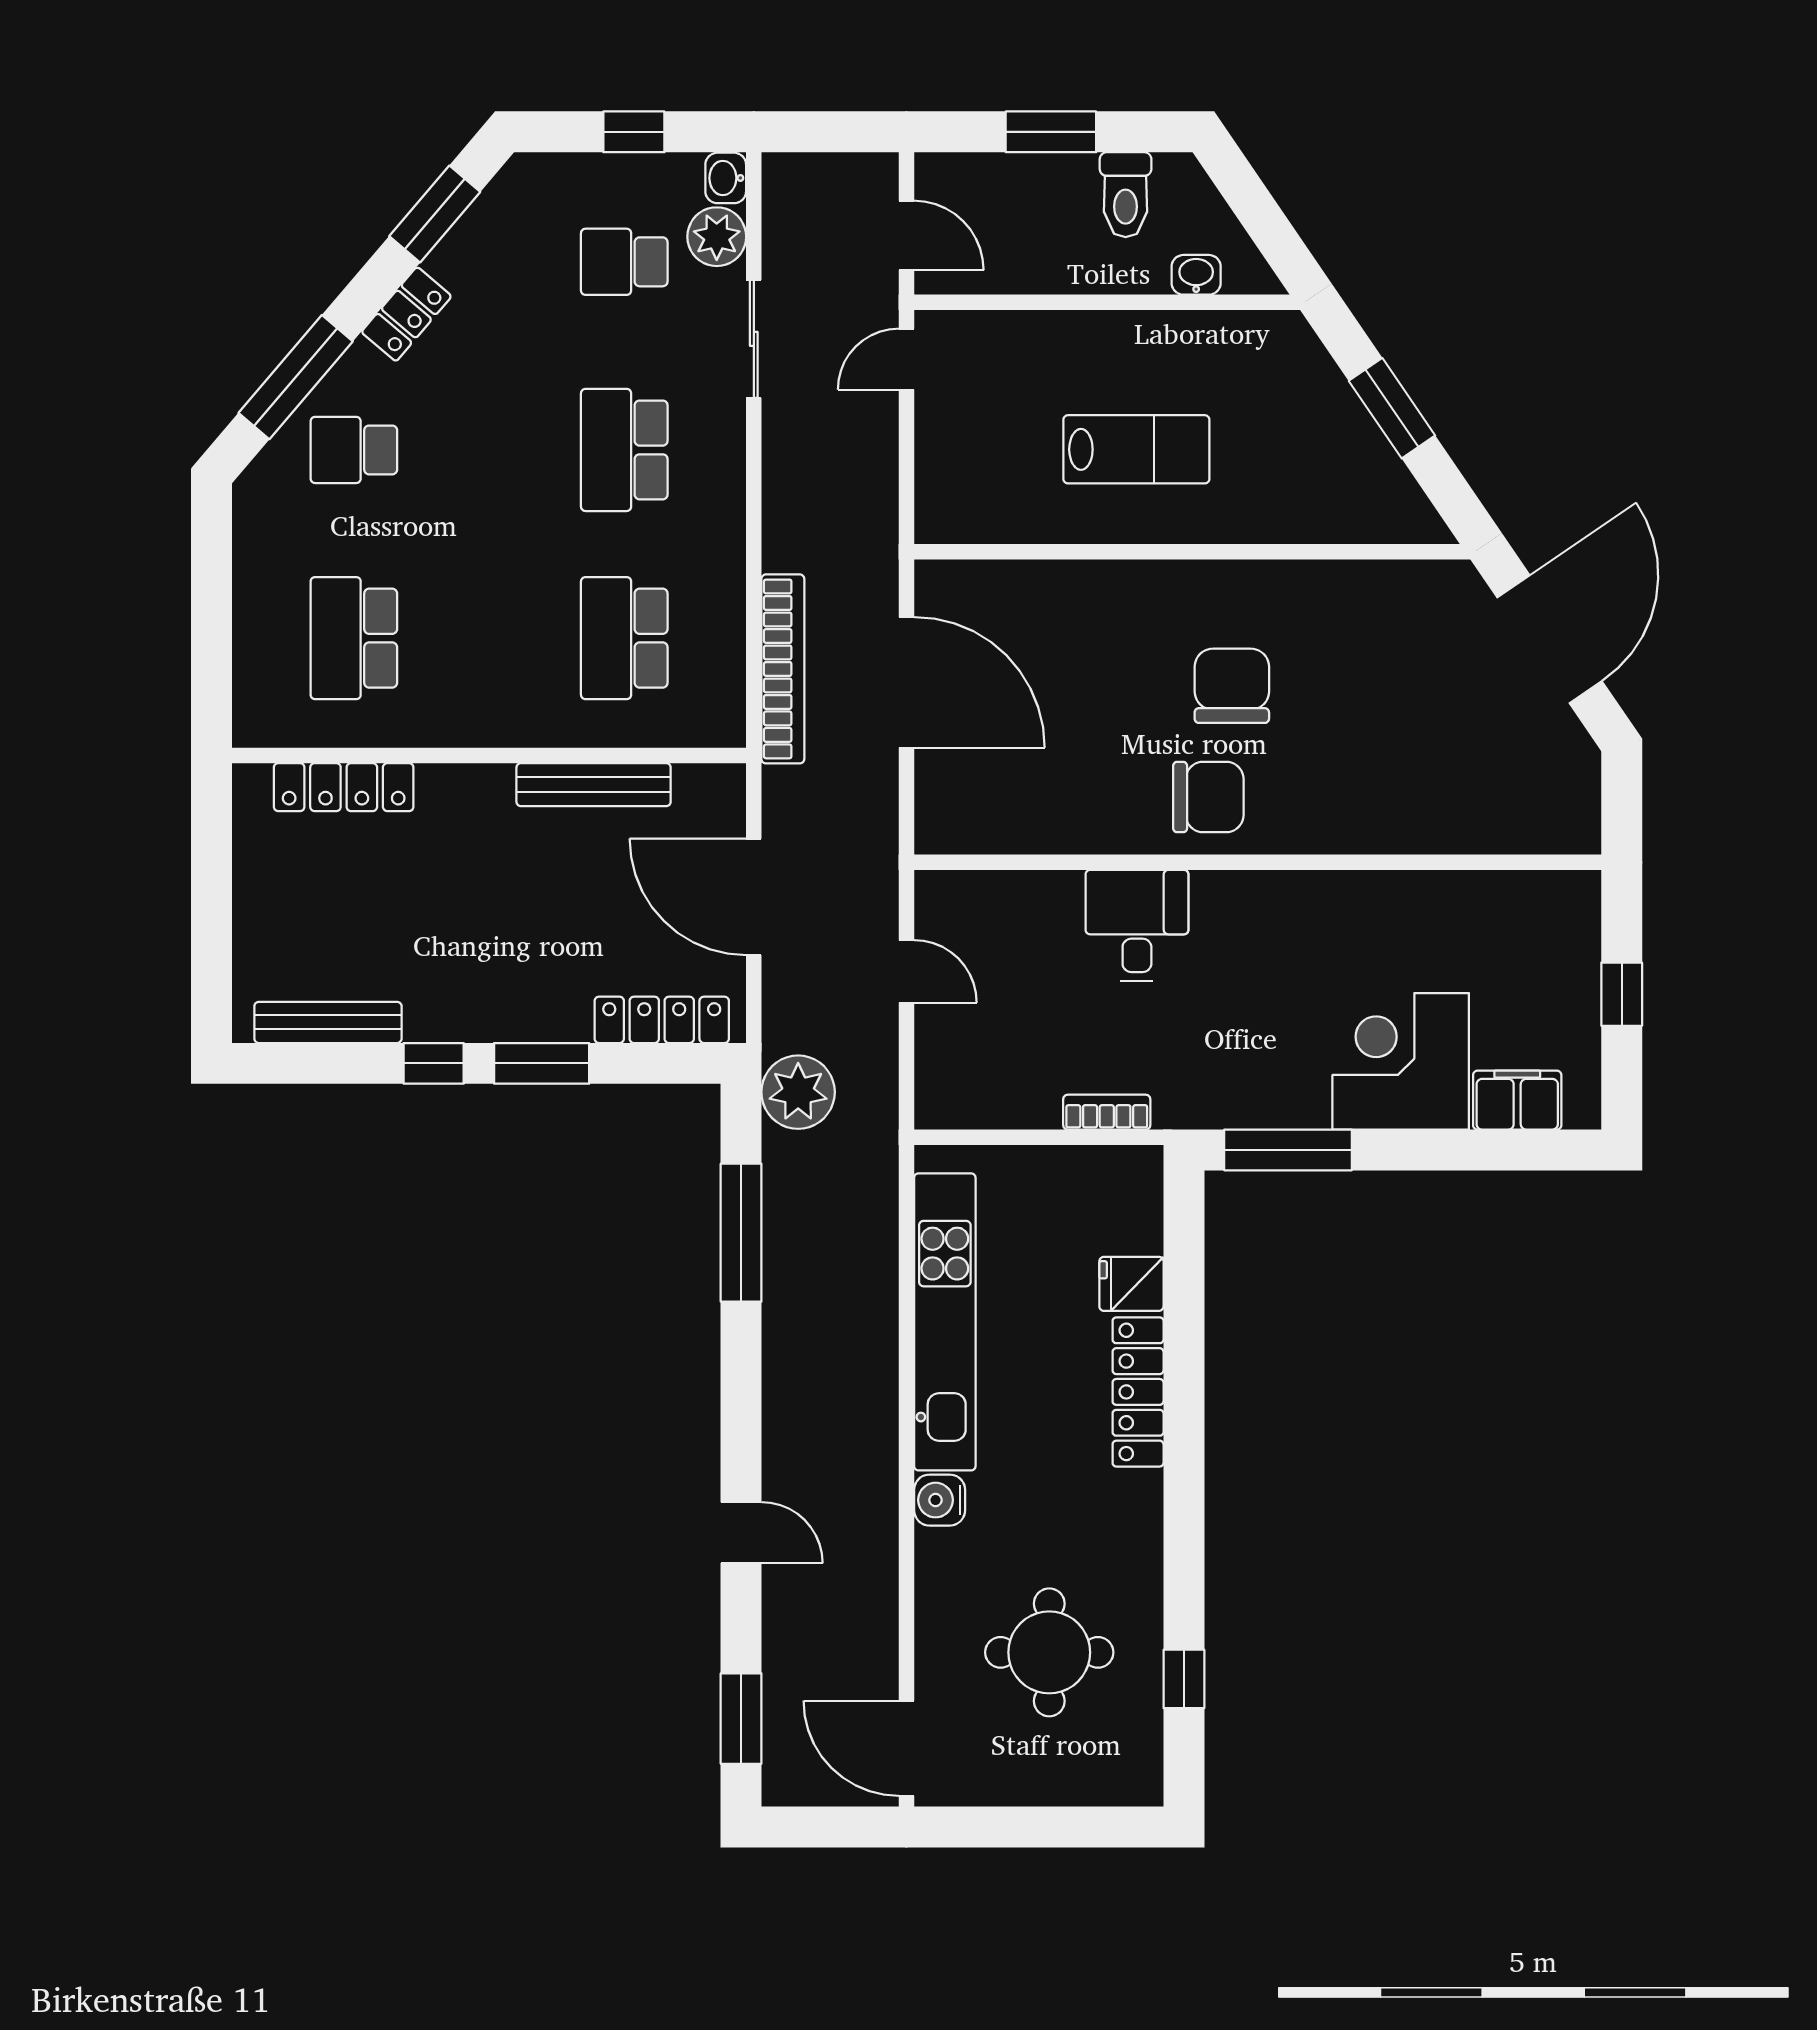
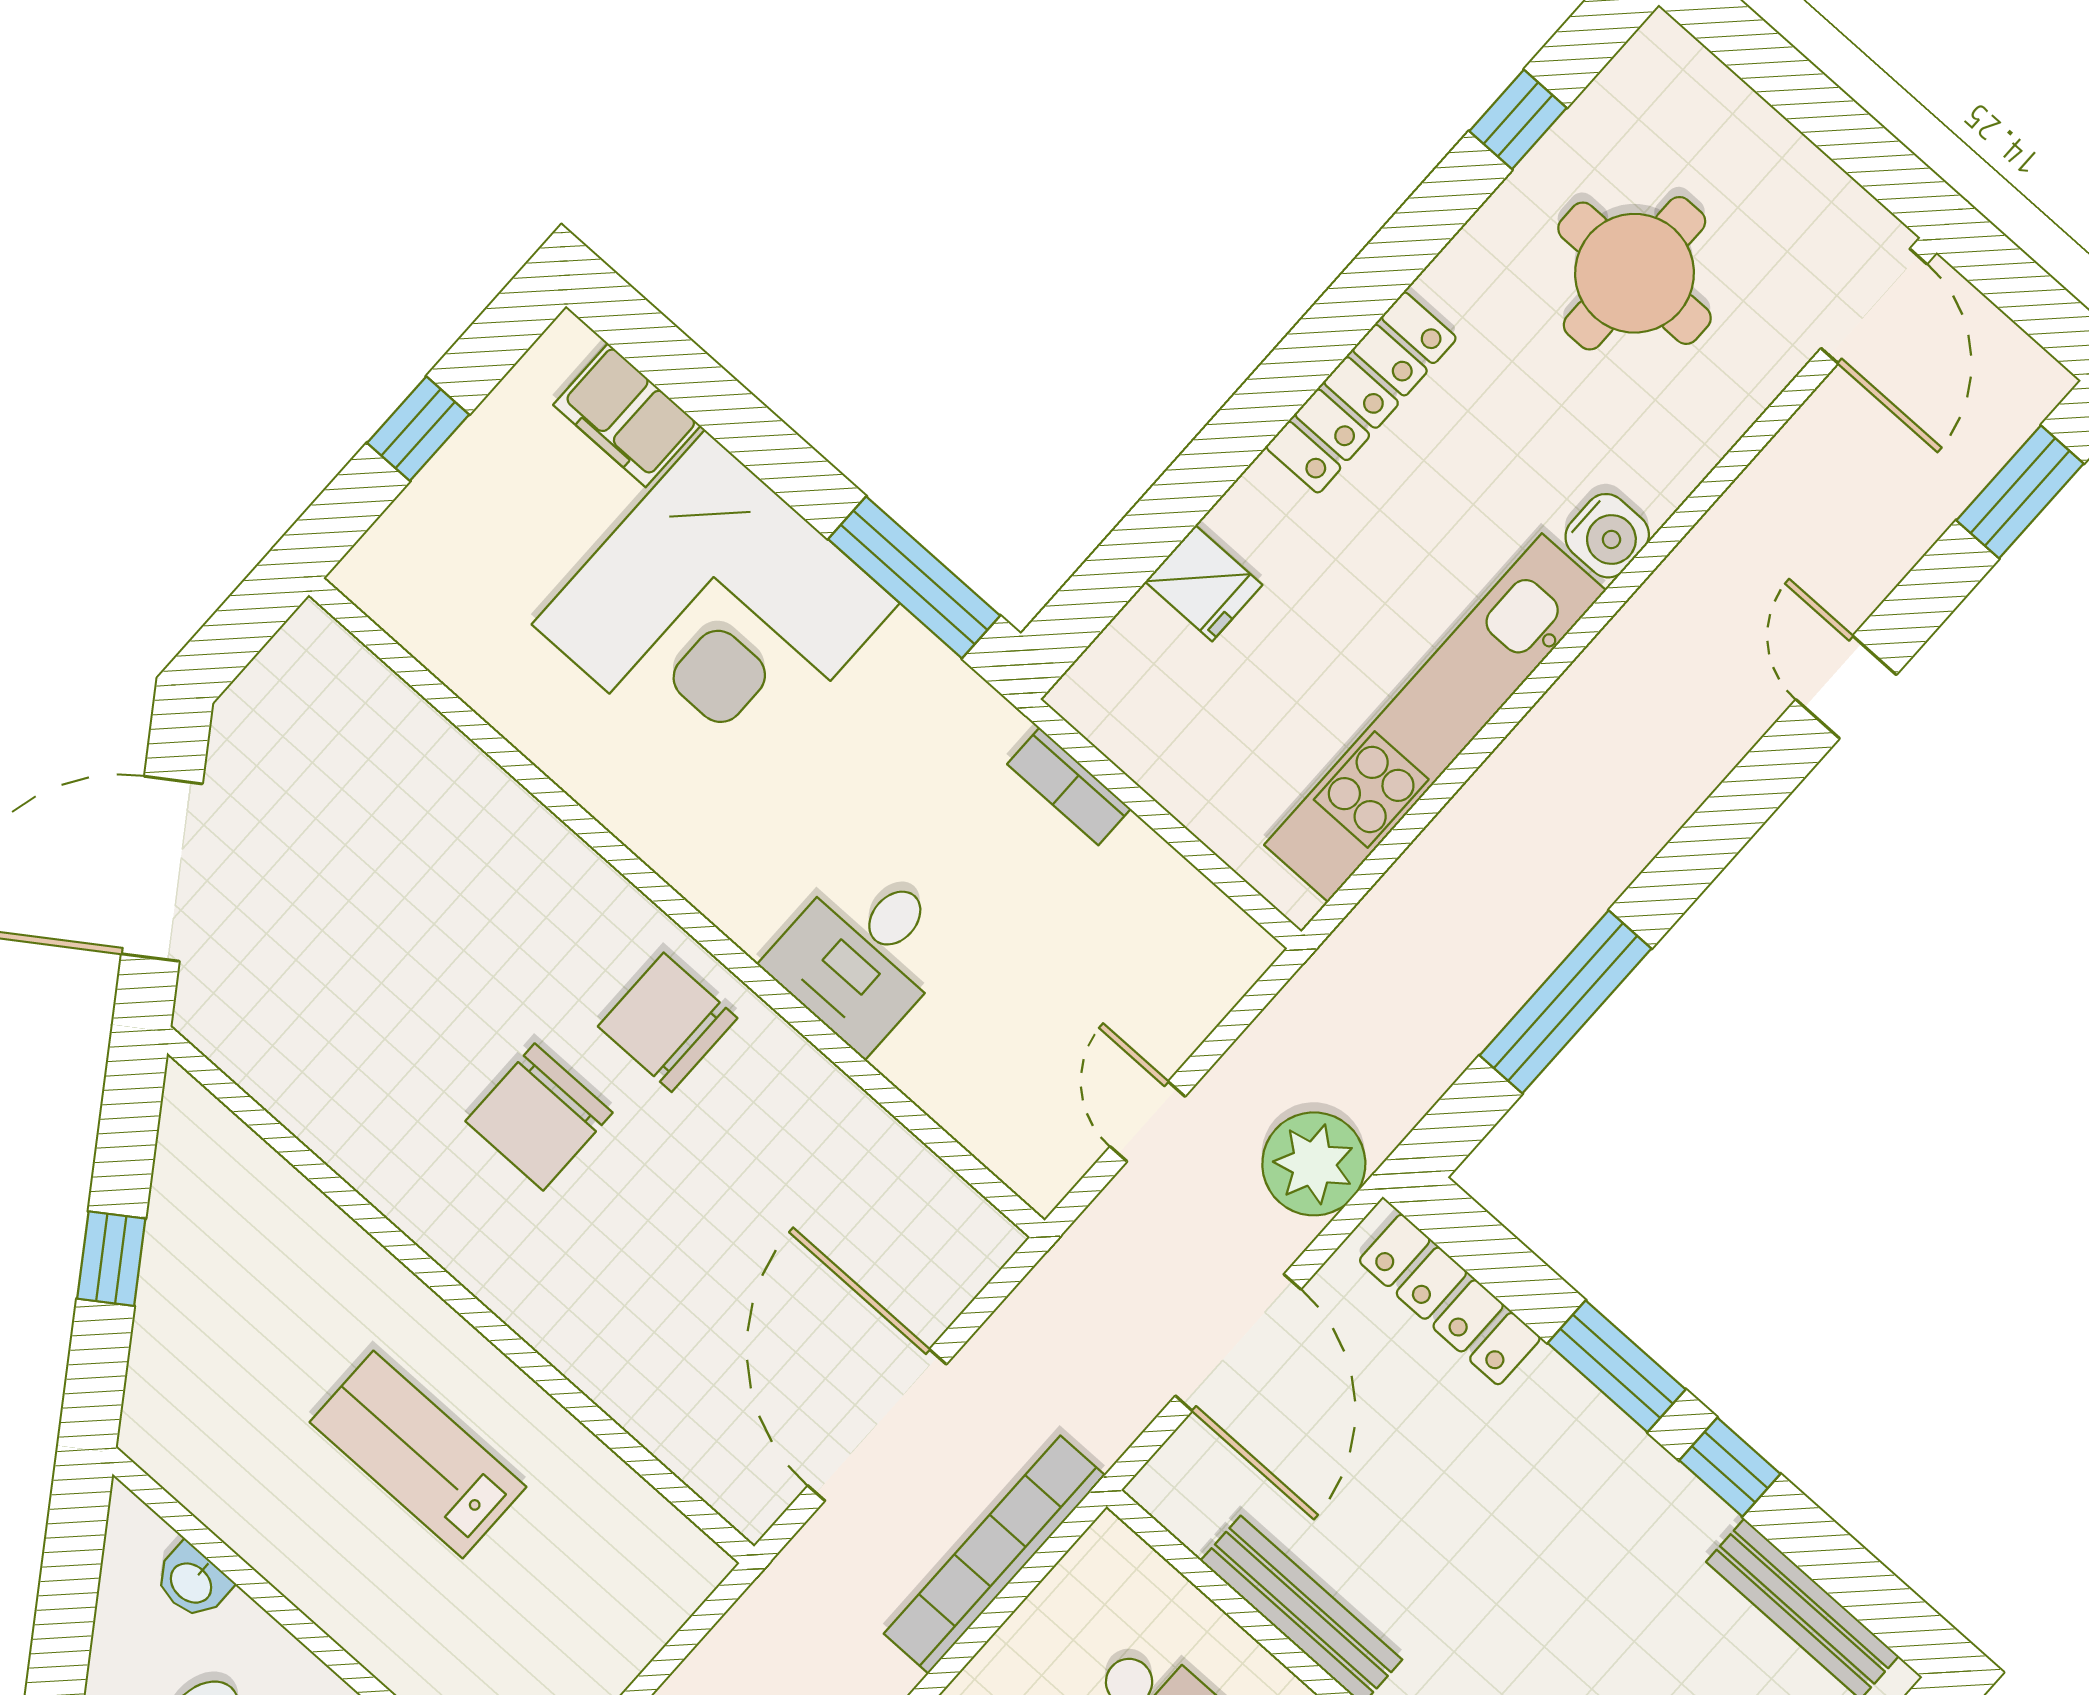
window: (1392, 408) -> (111, 1259), width x0.67
corner desk: (1401, 1061) -> (716, 614), width x1.36, depth x1.36
plant: (798, 1092) -> (1314, 1164), moved
locker: (1138, 1392) -> (1361, 392), moved

